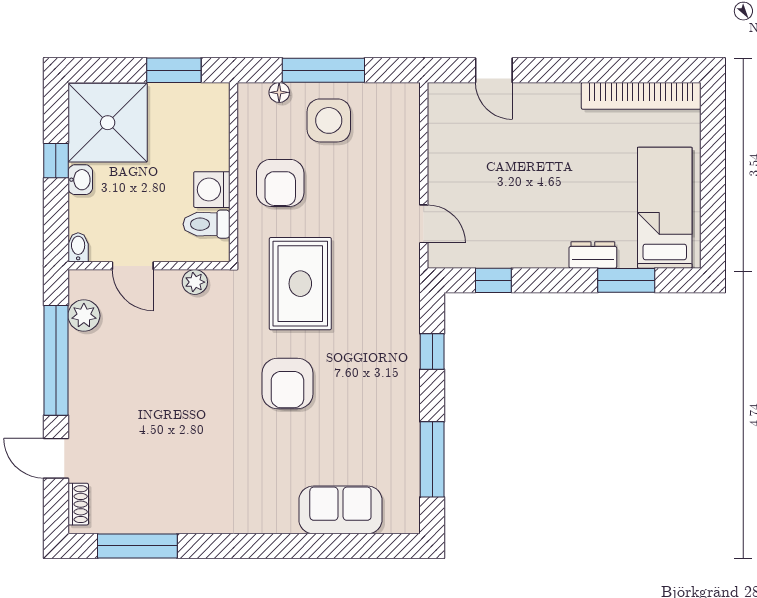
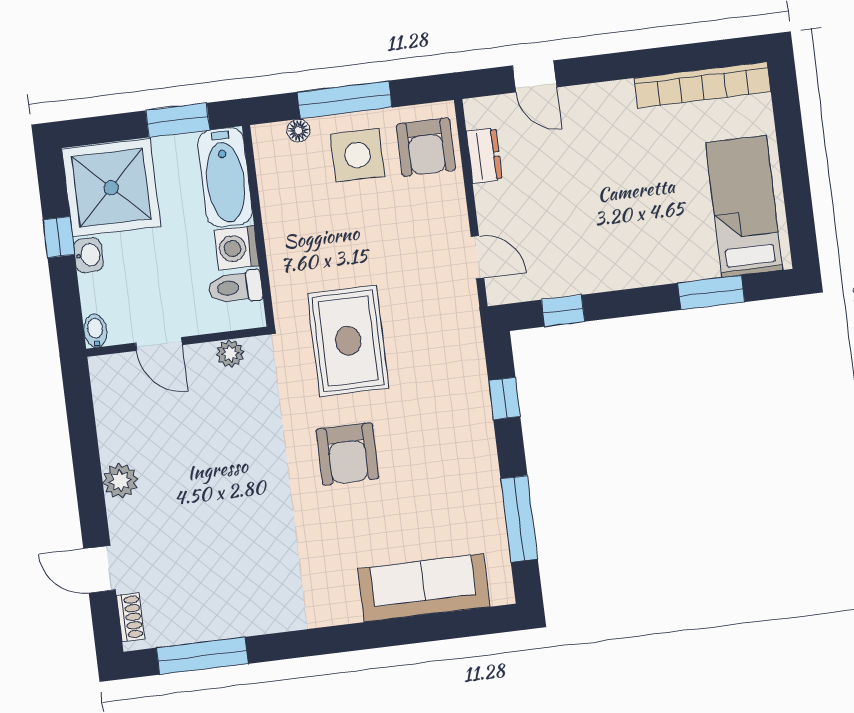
bathtub: (209, 126) -> (225, 177), added
armchair: (280, 183) -> (426, 147), moved
dresser: (593, 255) -> (484, 156), moved, turned 90
plant: (84, 316) -> (120, 481), moved
window: (56, 360) -> (86, 460), removed
sofa: (340, 510) -> (424, 588), width x1.36

